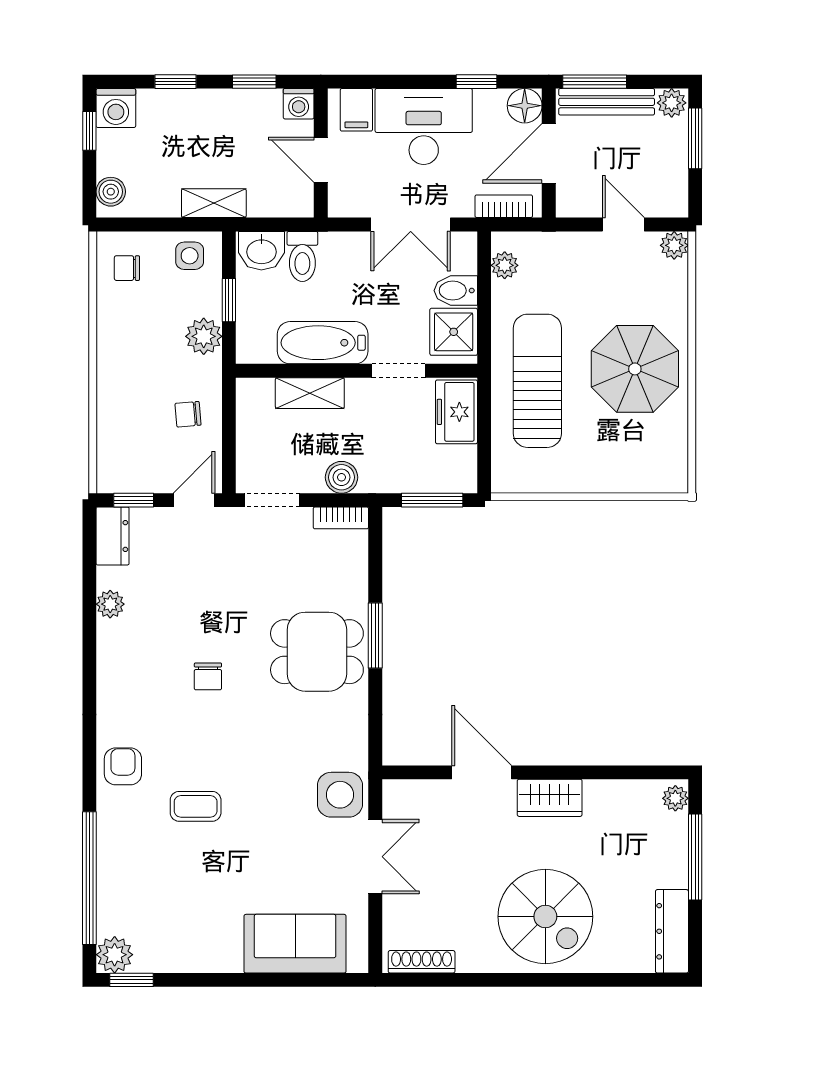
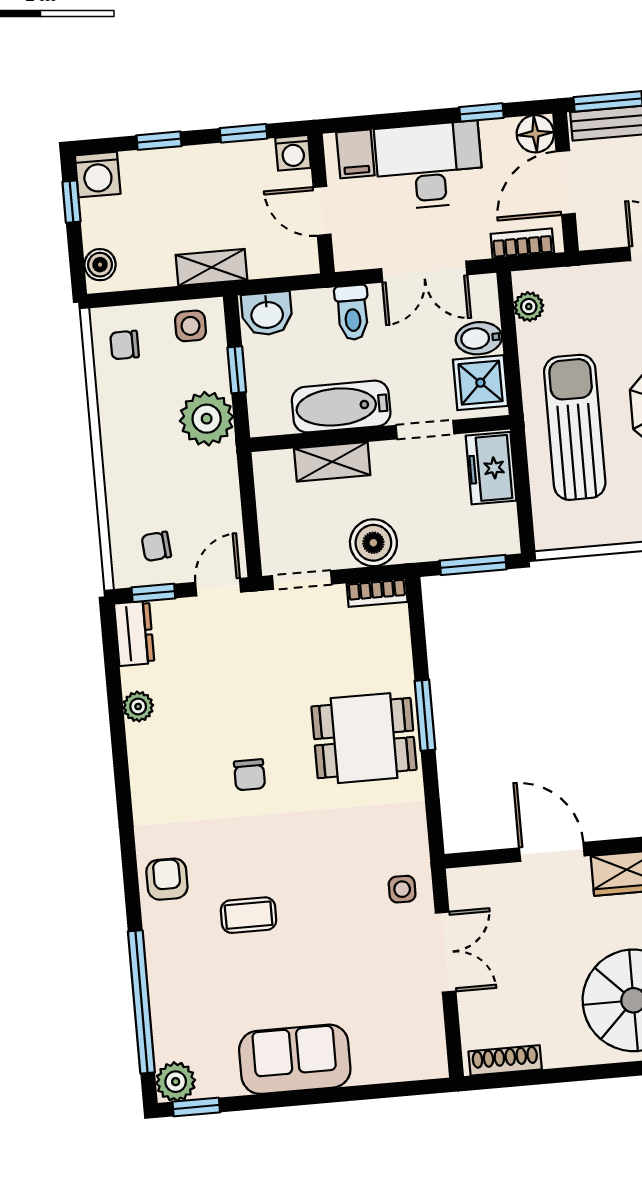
toilet: (302, 256) -> (352, 313), moved
plant: (204, 336) -> (207, 419), width x1.36, depth x1.36
chair: (188, 414) -> (156, 546), moved
boiler: (341, 477) -> (373, 543), width x1.36, depth x1.36
side table: (340, 795) -> (402, 889), width x0.54, depth x0.54
sofa: (295, 944) -> (295, 1059), moved

